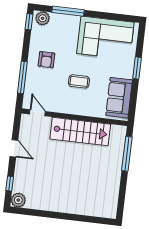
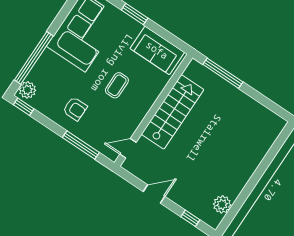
window: (68, 11) -> (34, 58), width x1.46
plant: (18, 200) -> (222, 204), moved

